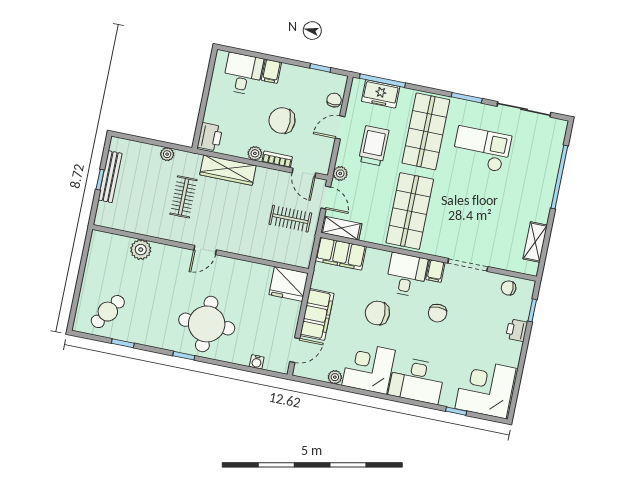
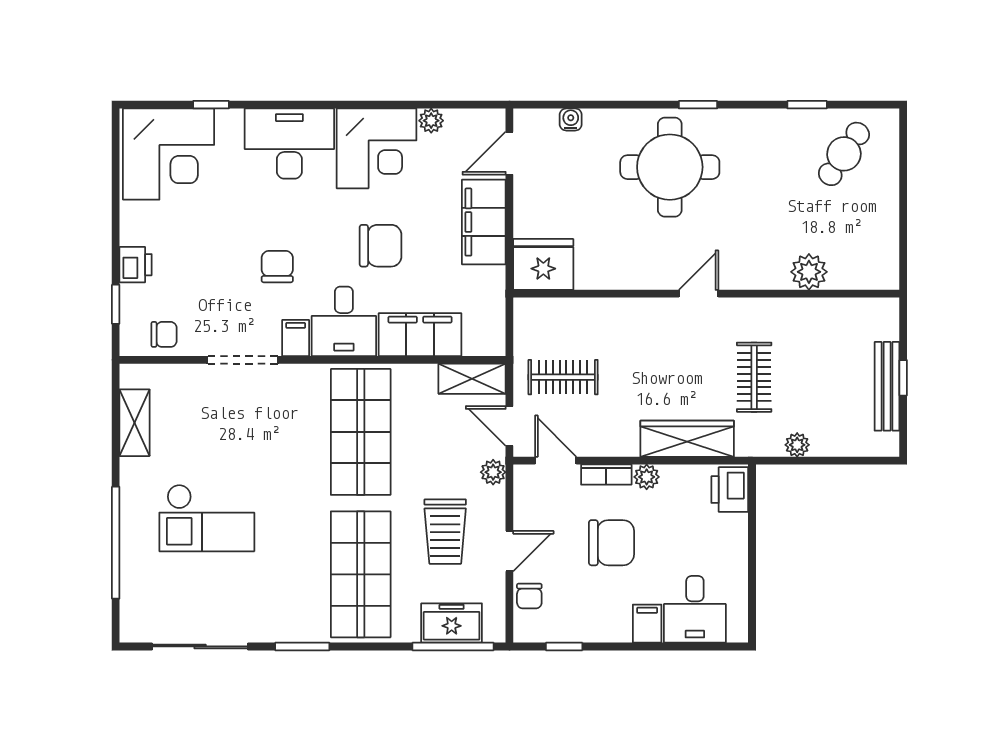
checkout: (482, 149) -> (207, 518), moved
filing cabinet: (341, 254) -> (420, 335), moved

